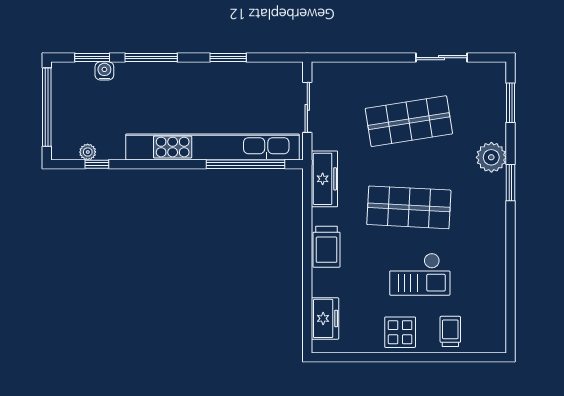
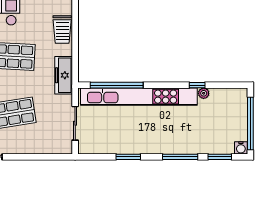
water cooler: (104, 71) -> (241, 148), moved
plant: (88, 152) -> (204, 93), moved
window: (97, 164) -> (197, 85), moved
trolley: (327, 247) -> (62, 30), turned 180

